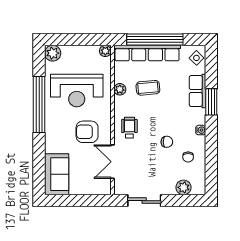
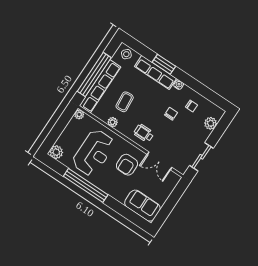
row of seats: (198, 91) -> (156, 72), width x1.48

